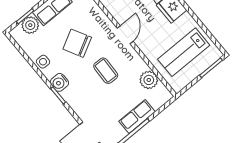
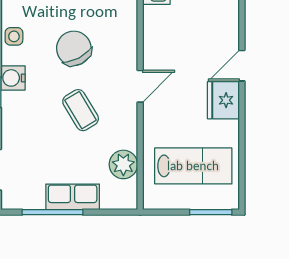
lab bench: (184, 52) -> (193, 166), turned 180
coffee table: (106, 71) -> (81, 110), turned -33

